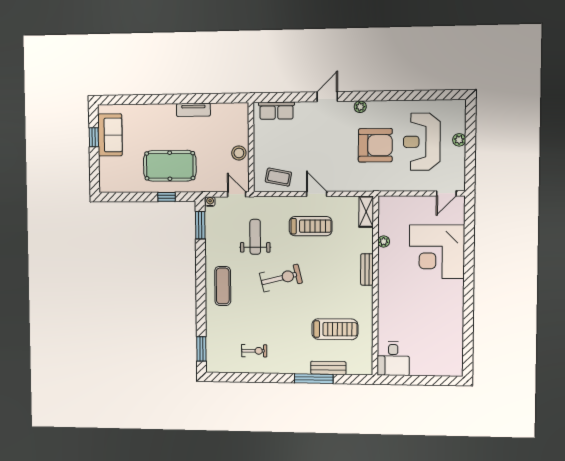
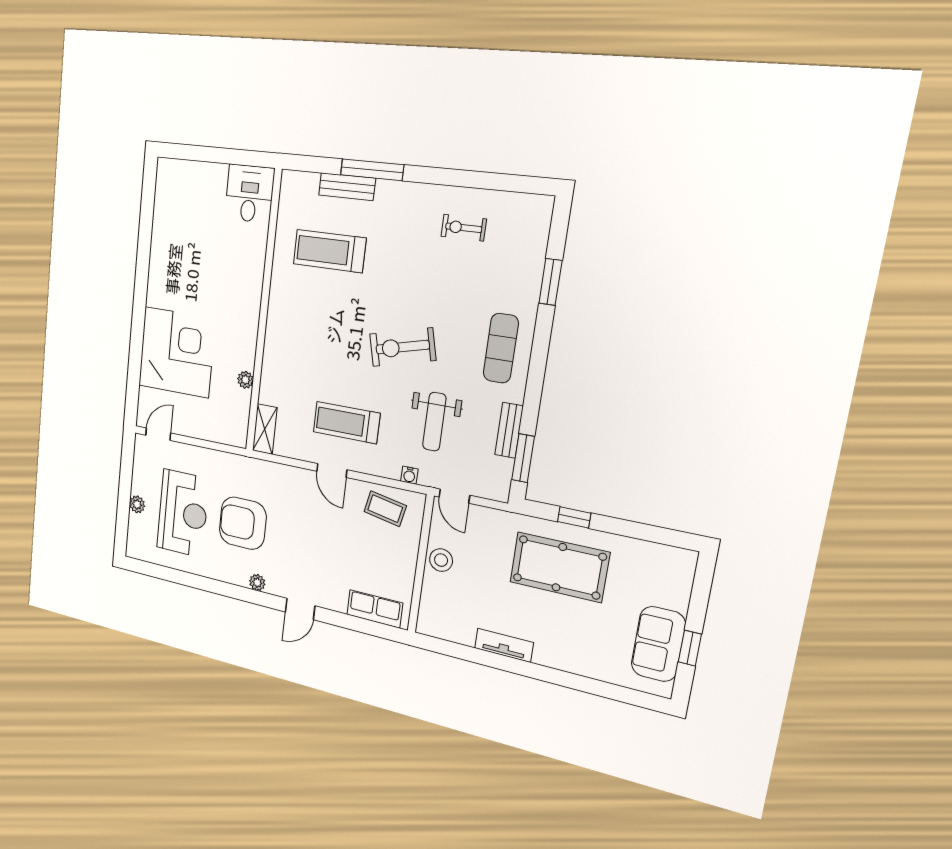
water cooler: (210, 202) -> (409, 475), moved
bench: (367, 269) -> (509, 430), moved
window: (201, 349) -> (550, 282), moved

